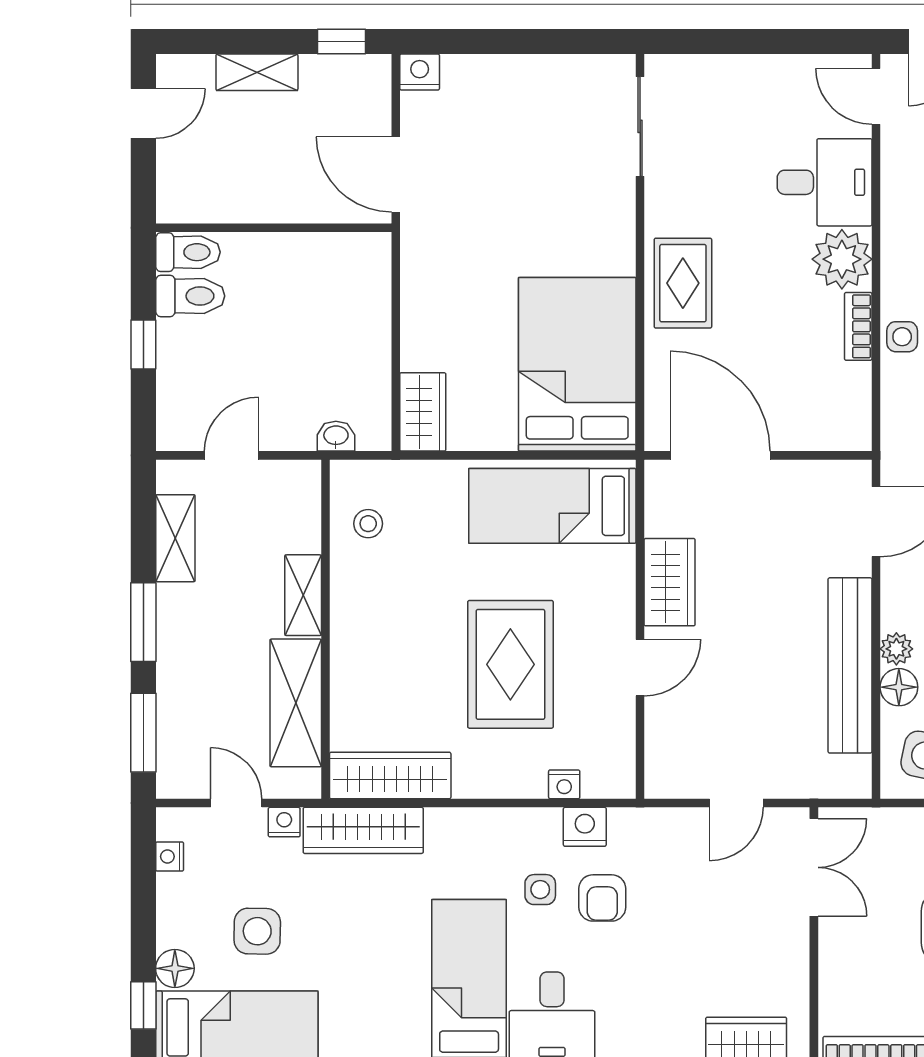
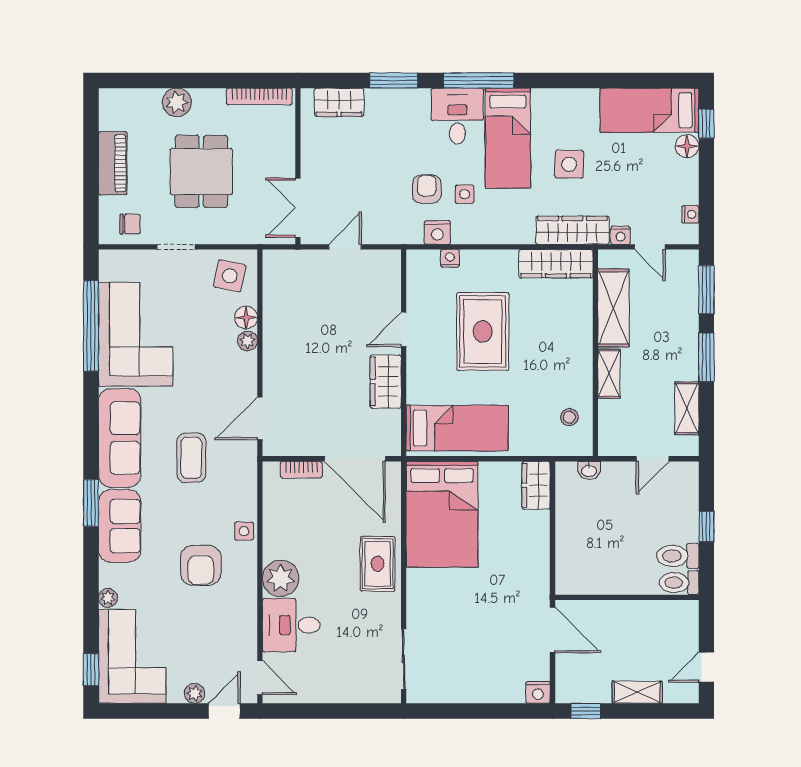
bookcase: (858, 326) -> (301, 470), moved, turned 90
bench: (850, 665) -> (276, 331), removed
side table: (257, 931) -> (569, 164), moved

